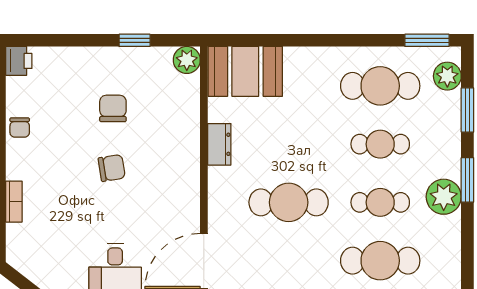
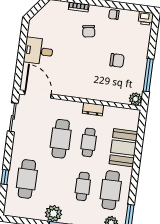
window: (135, 40) -> (148, 75), width x2.17
booth: (245, 71) -> (123, 148), moved
chair: (112, 168) -> (89, 31), moved
cafe table: (380, 202) -> (89, 142), moved

